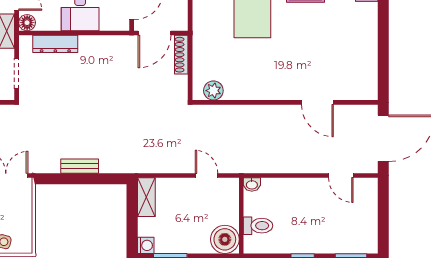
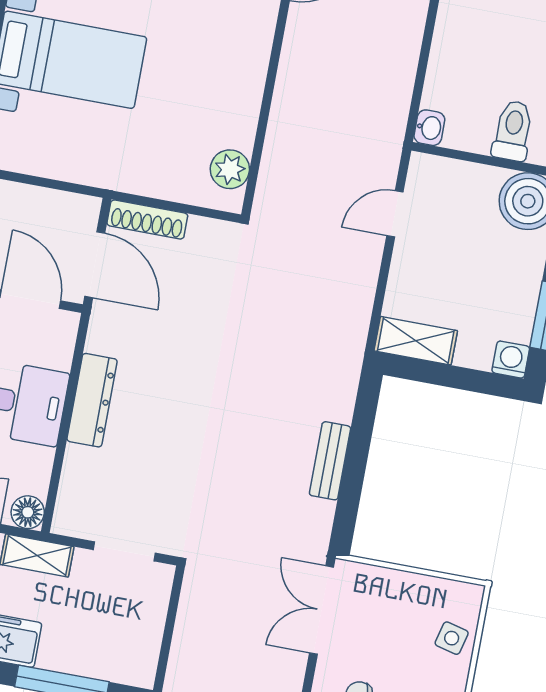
dresser: (55, 44) -> (92, 400), moved

